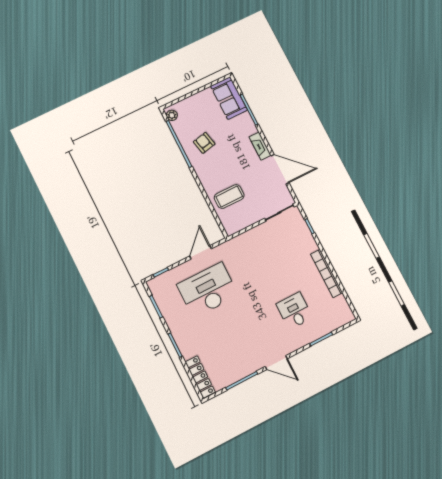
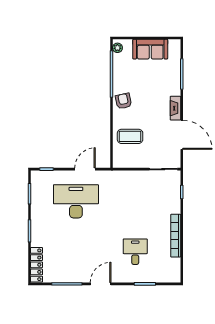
sofa: (229, 98) -> (150, 49), moved, turned -90
armchair: (204, 143) -> (124, 101), moved
door: (276, 363) -> (101, 284), swing flipped

